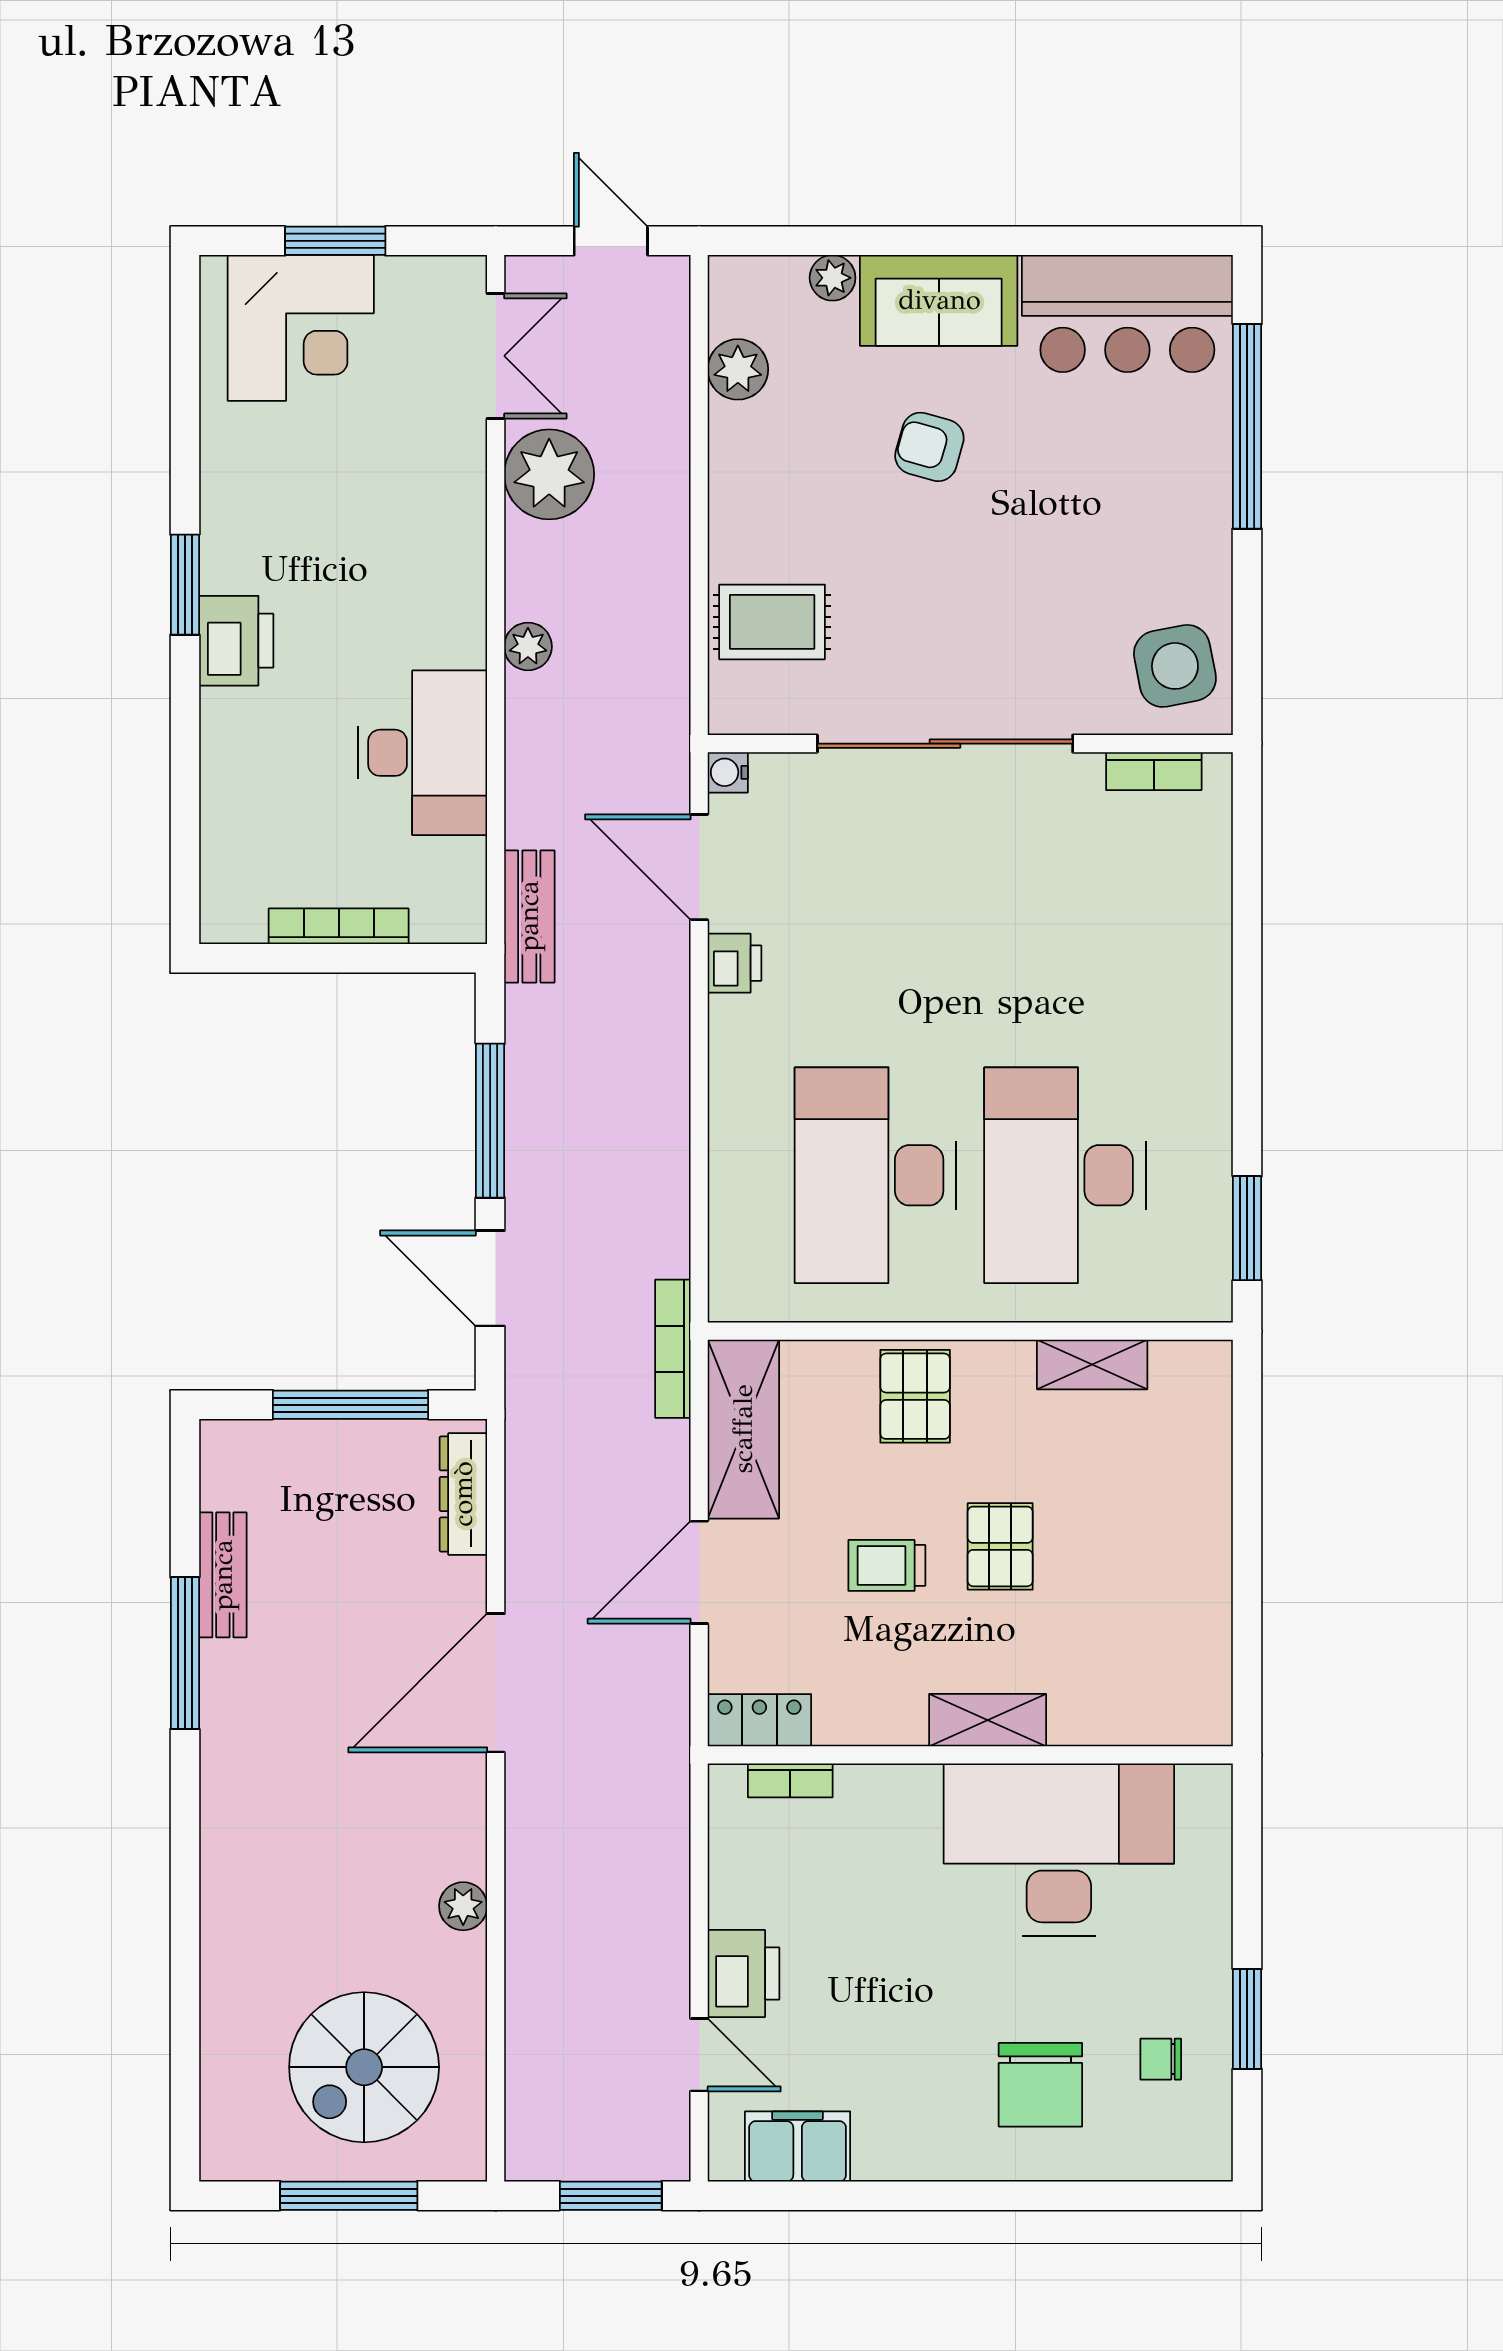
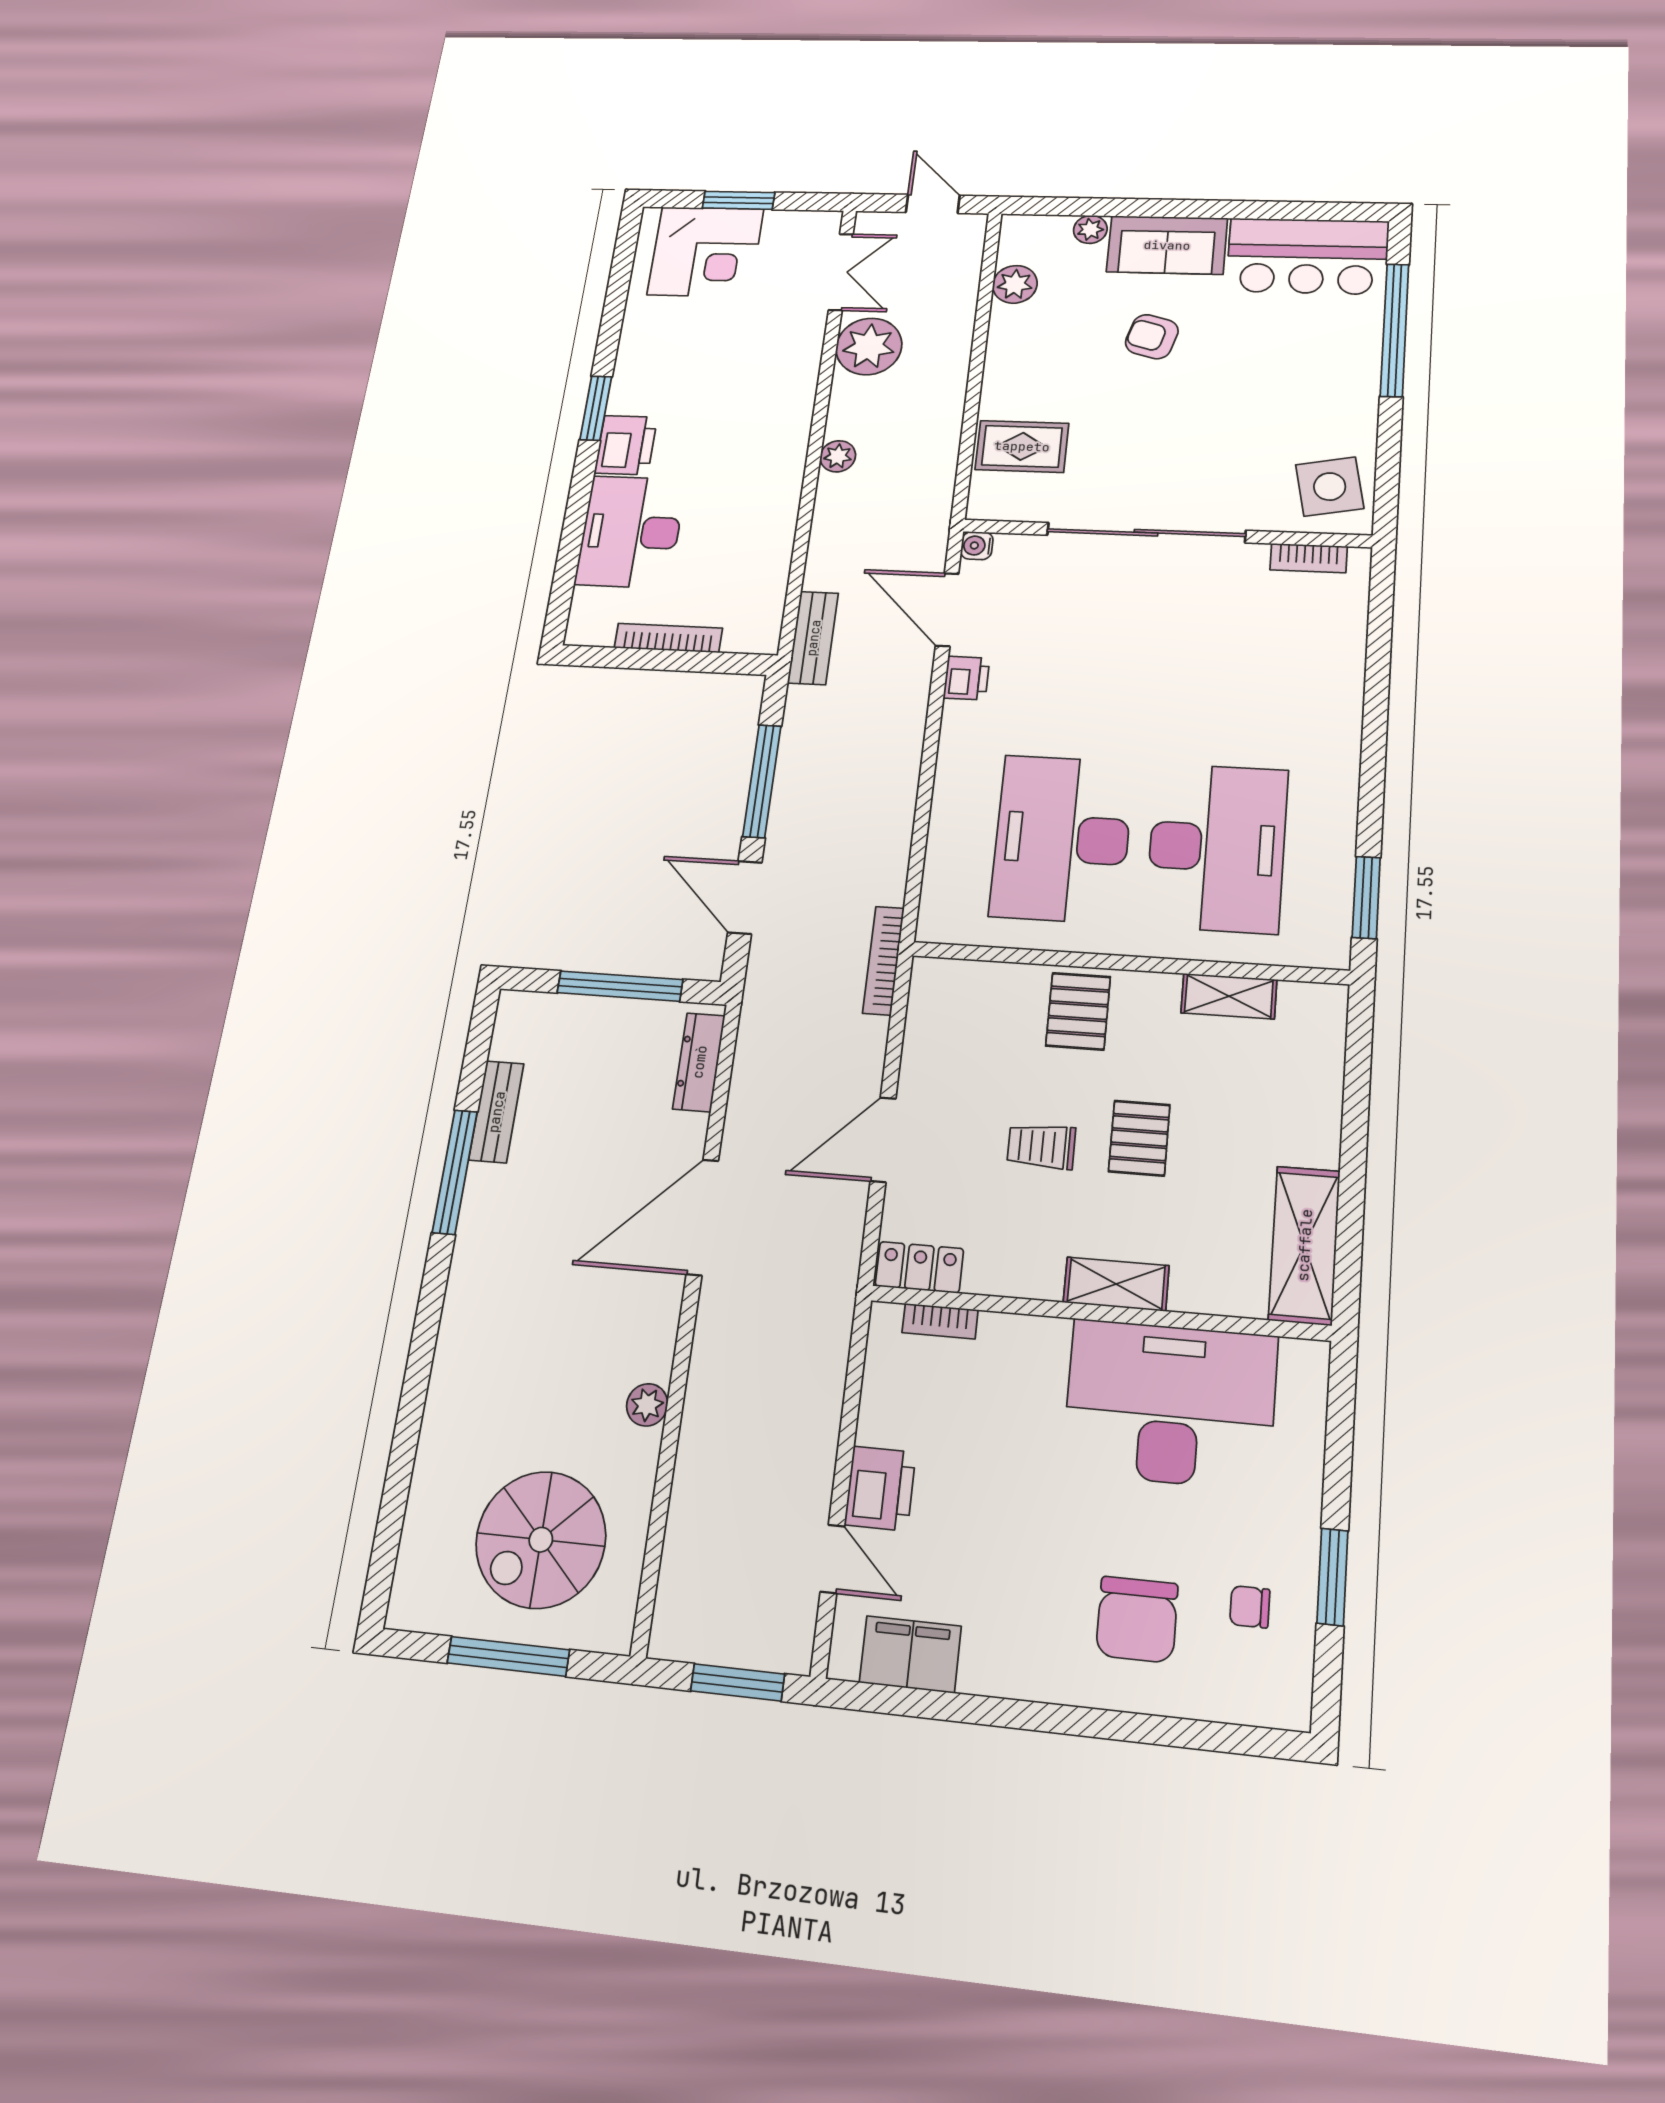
desk: (422, 753) -> (631, 532), moved, turned 180
desk: (1065, 1175) -> (1217, 848), turned 180
shelving: (743, 1429) -> (1304, 1245), moved

